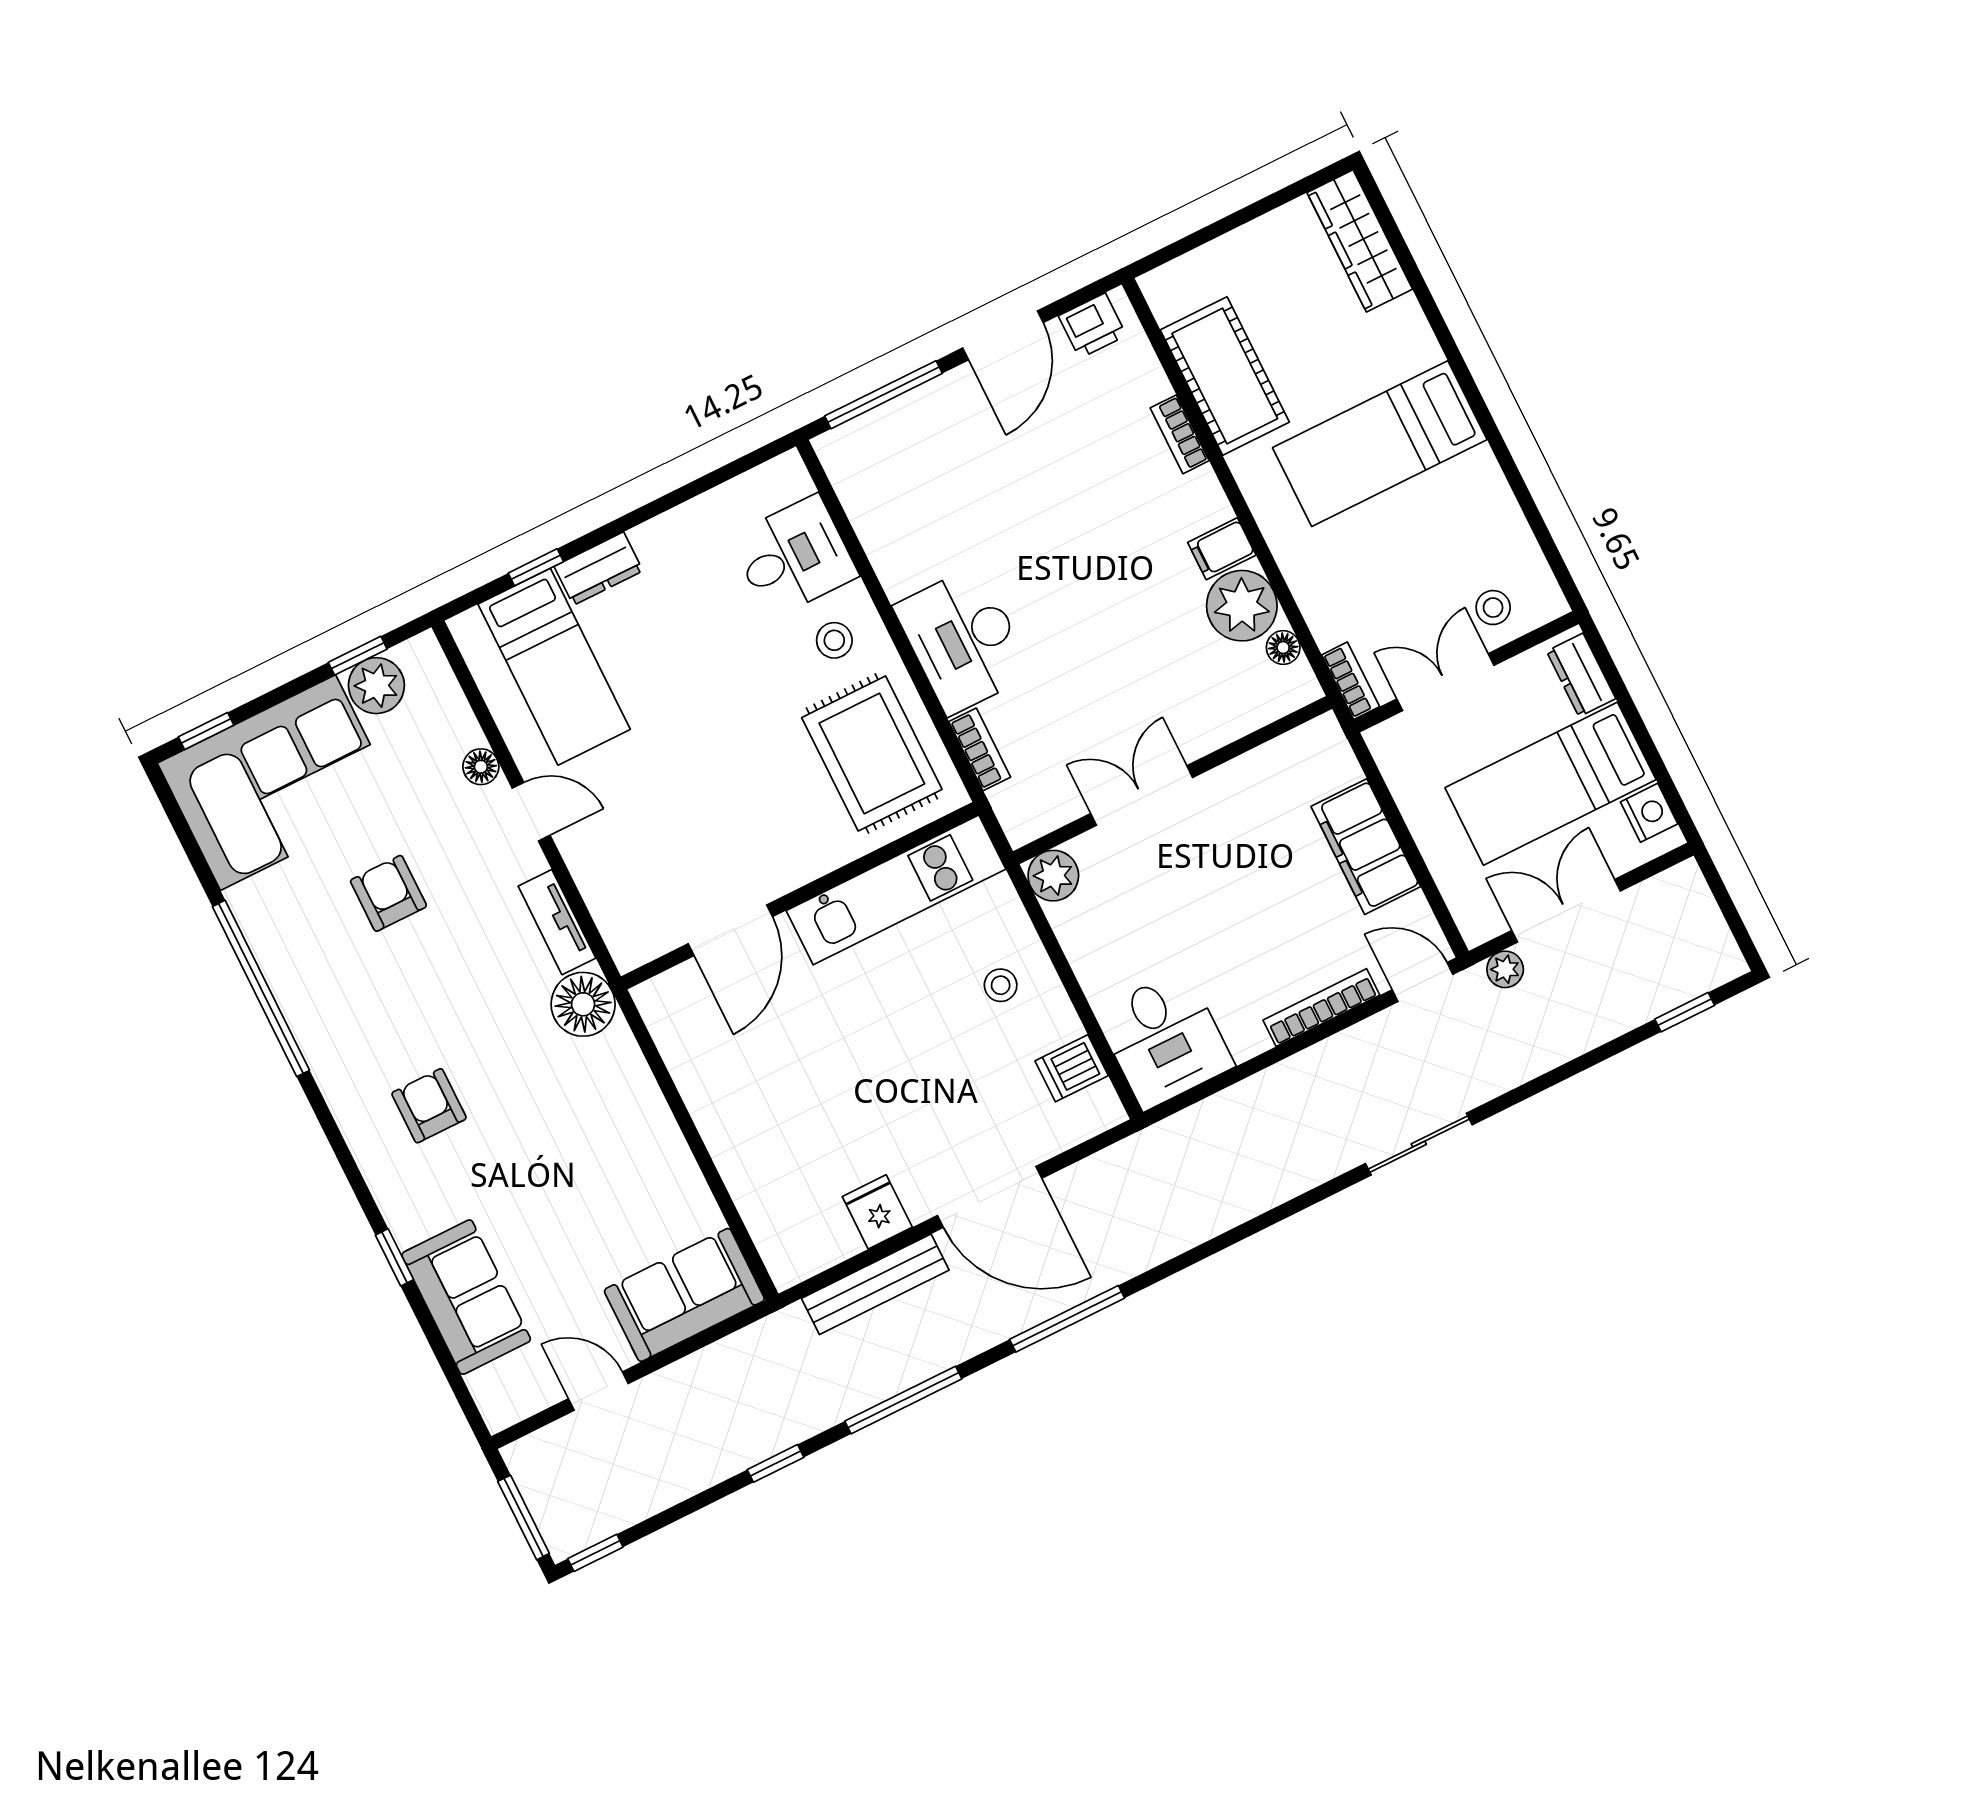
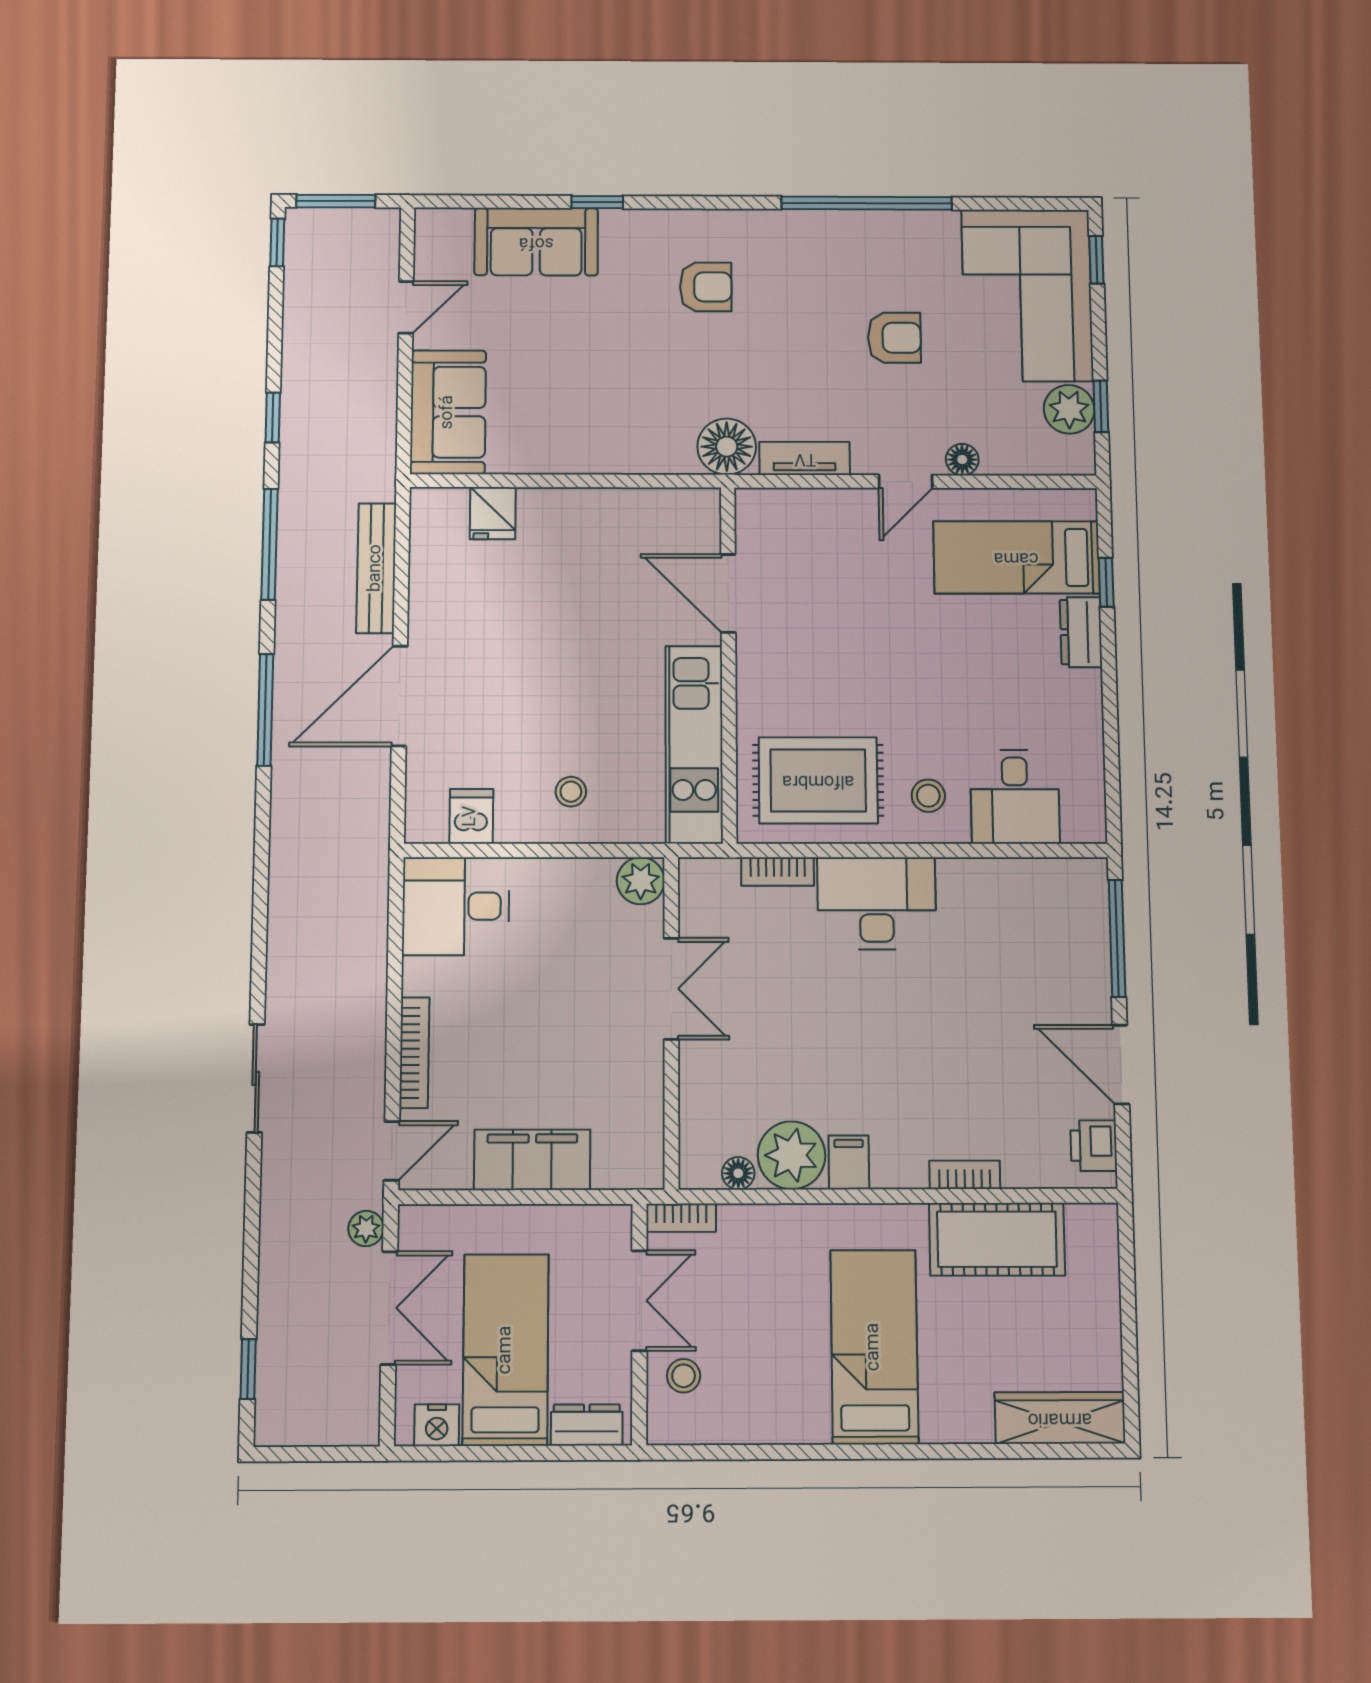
fridge: (877, 1212) -> (493, 513), moved, turned 90

